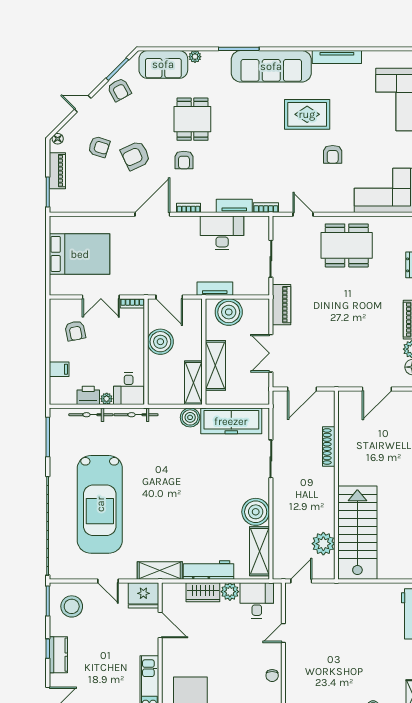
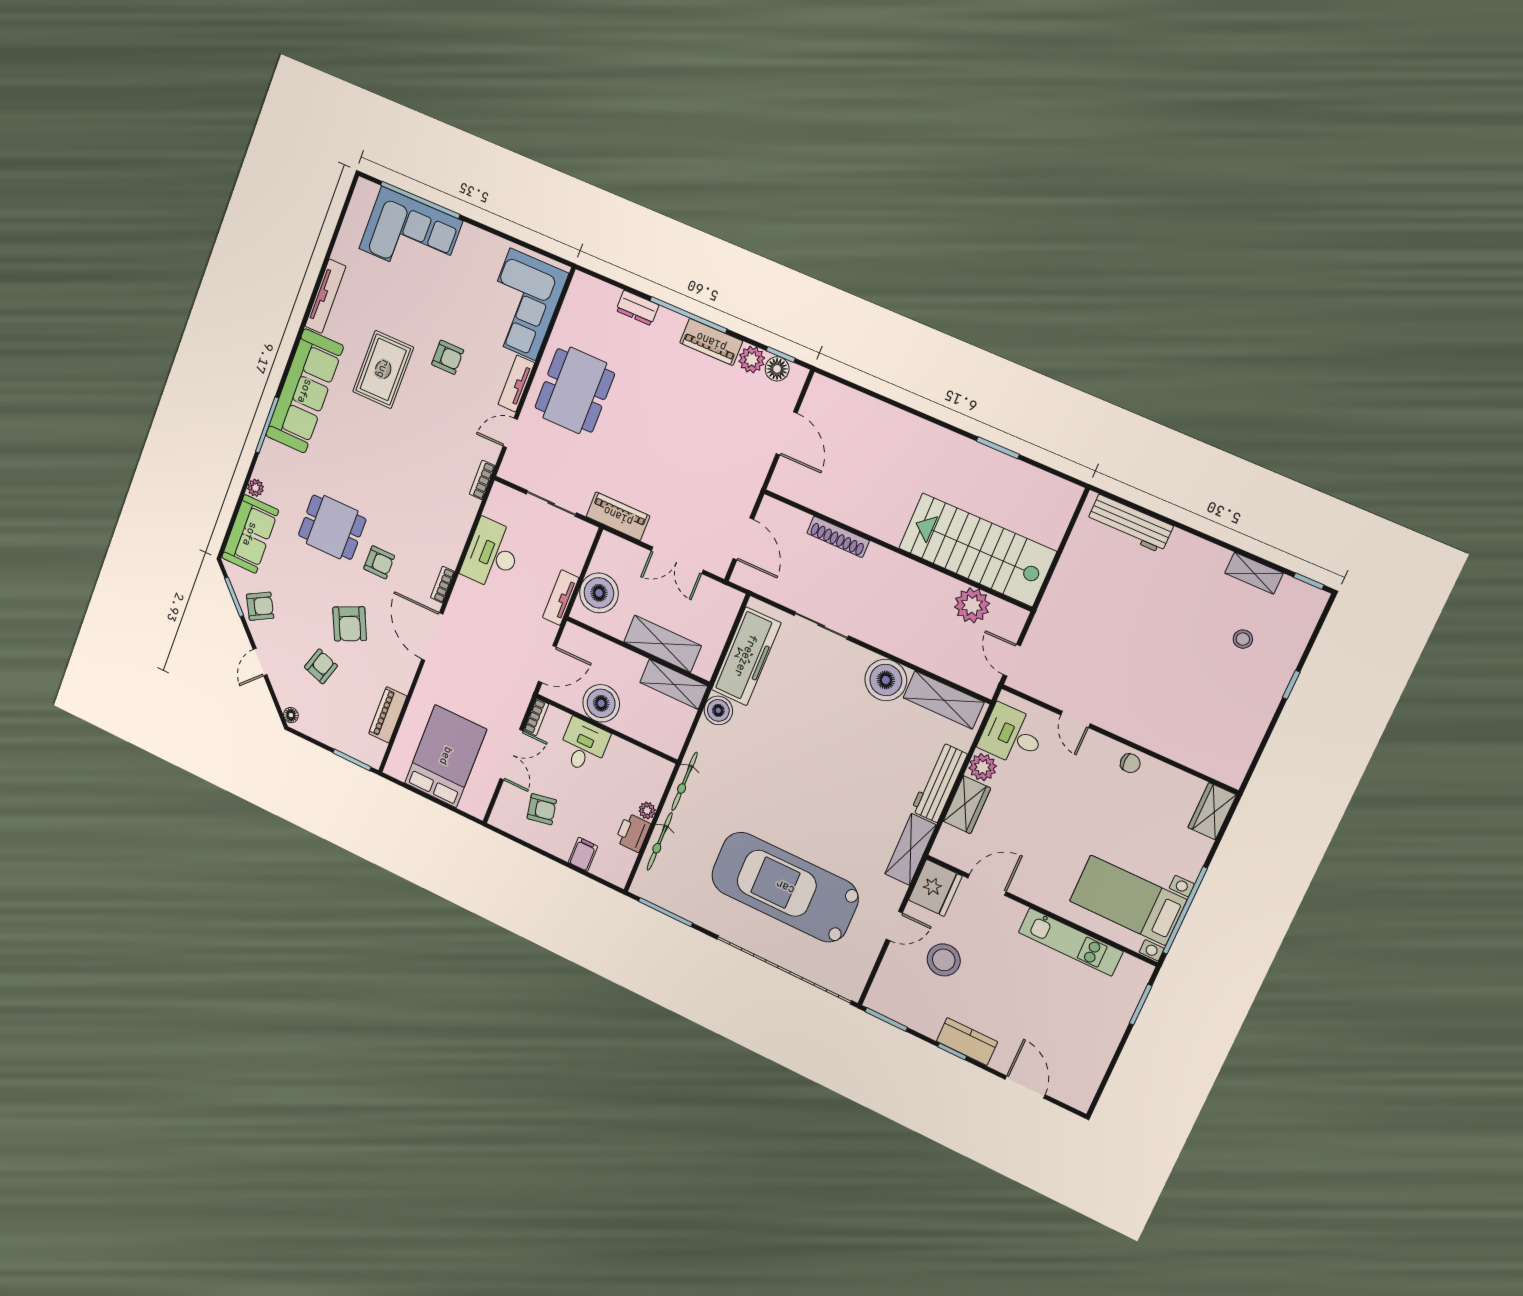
piano: (57, 171) -> (388, 715), moved, turned -90
tv unit: (234, 206) -> (516, 384), moved
desk: (129, 389) -> (584, 746), moved, turned -90
car: (100, 504) -> (785, 887), turned 180
stool: (72, 606) -> (944, 960), moved

